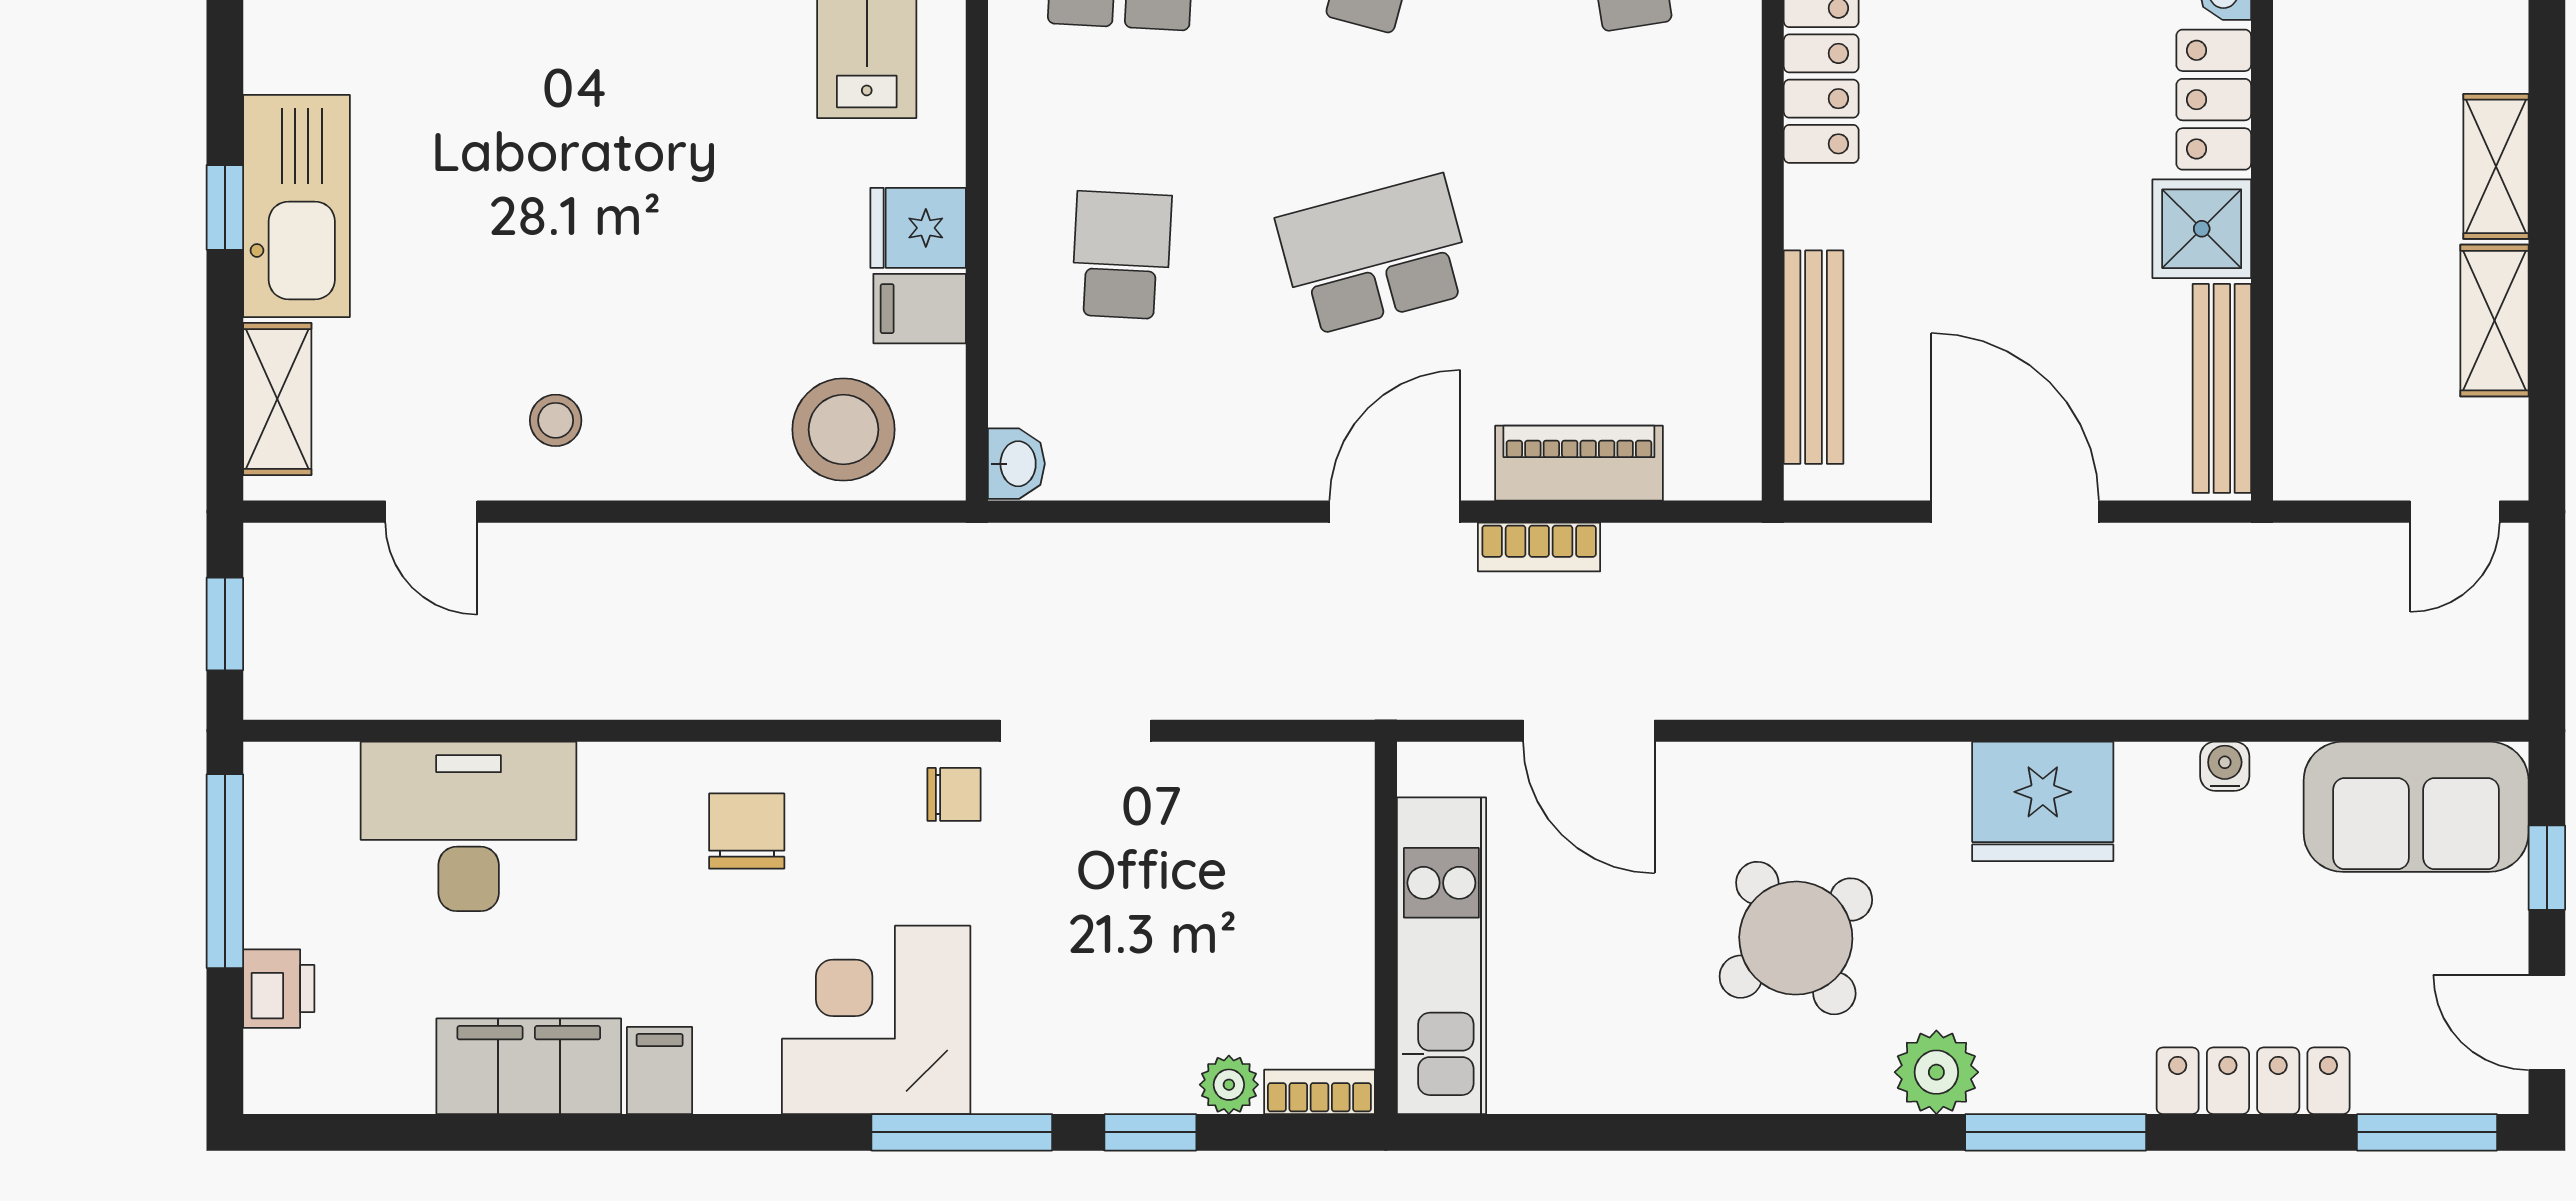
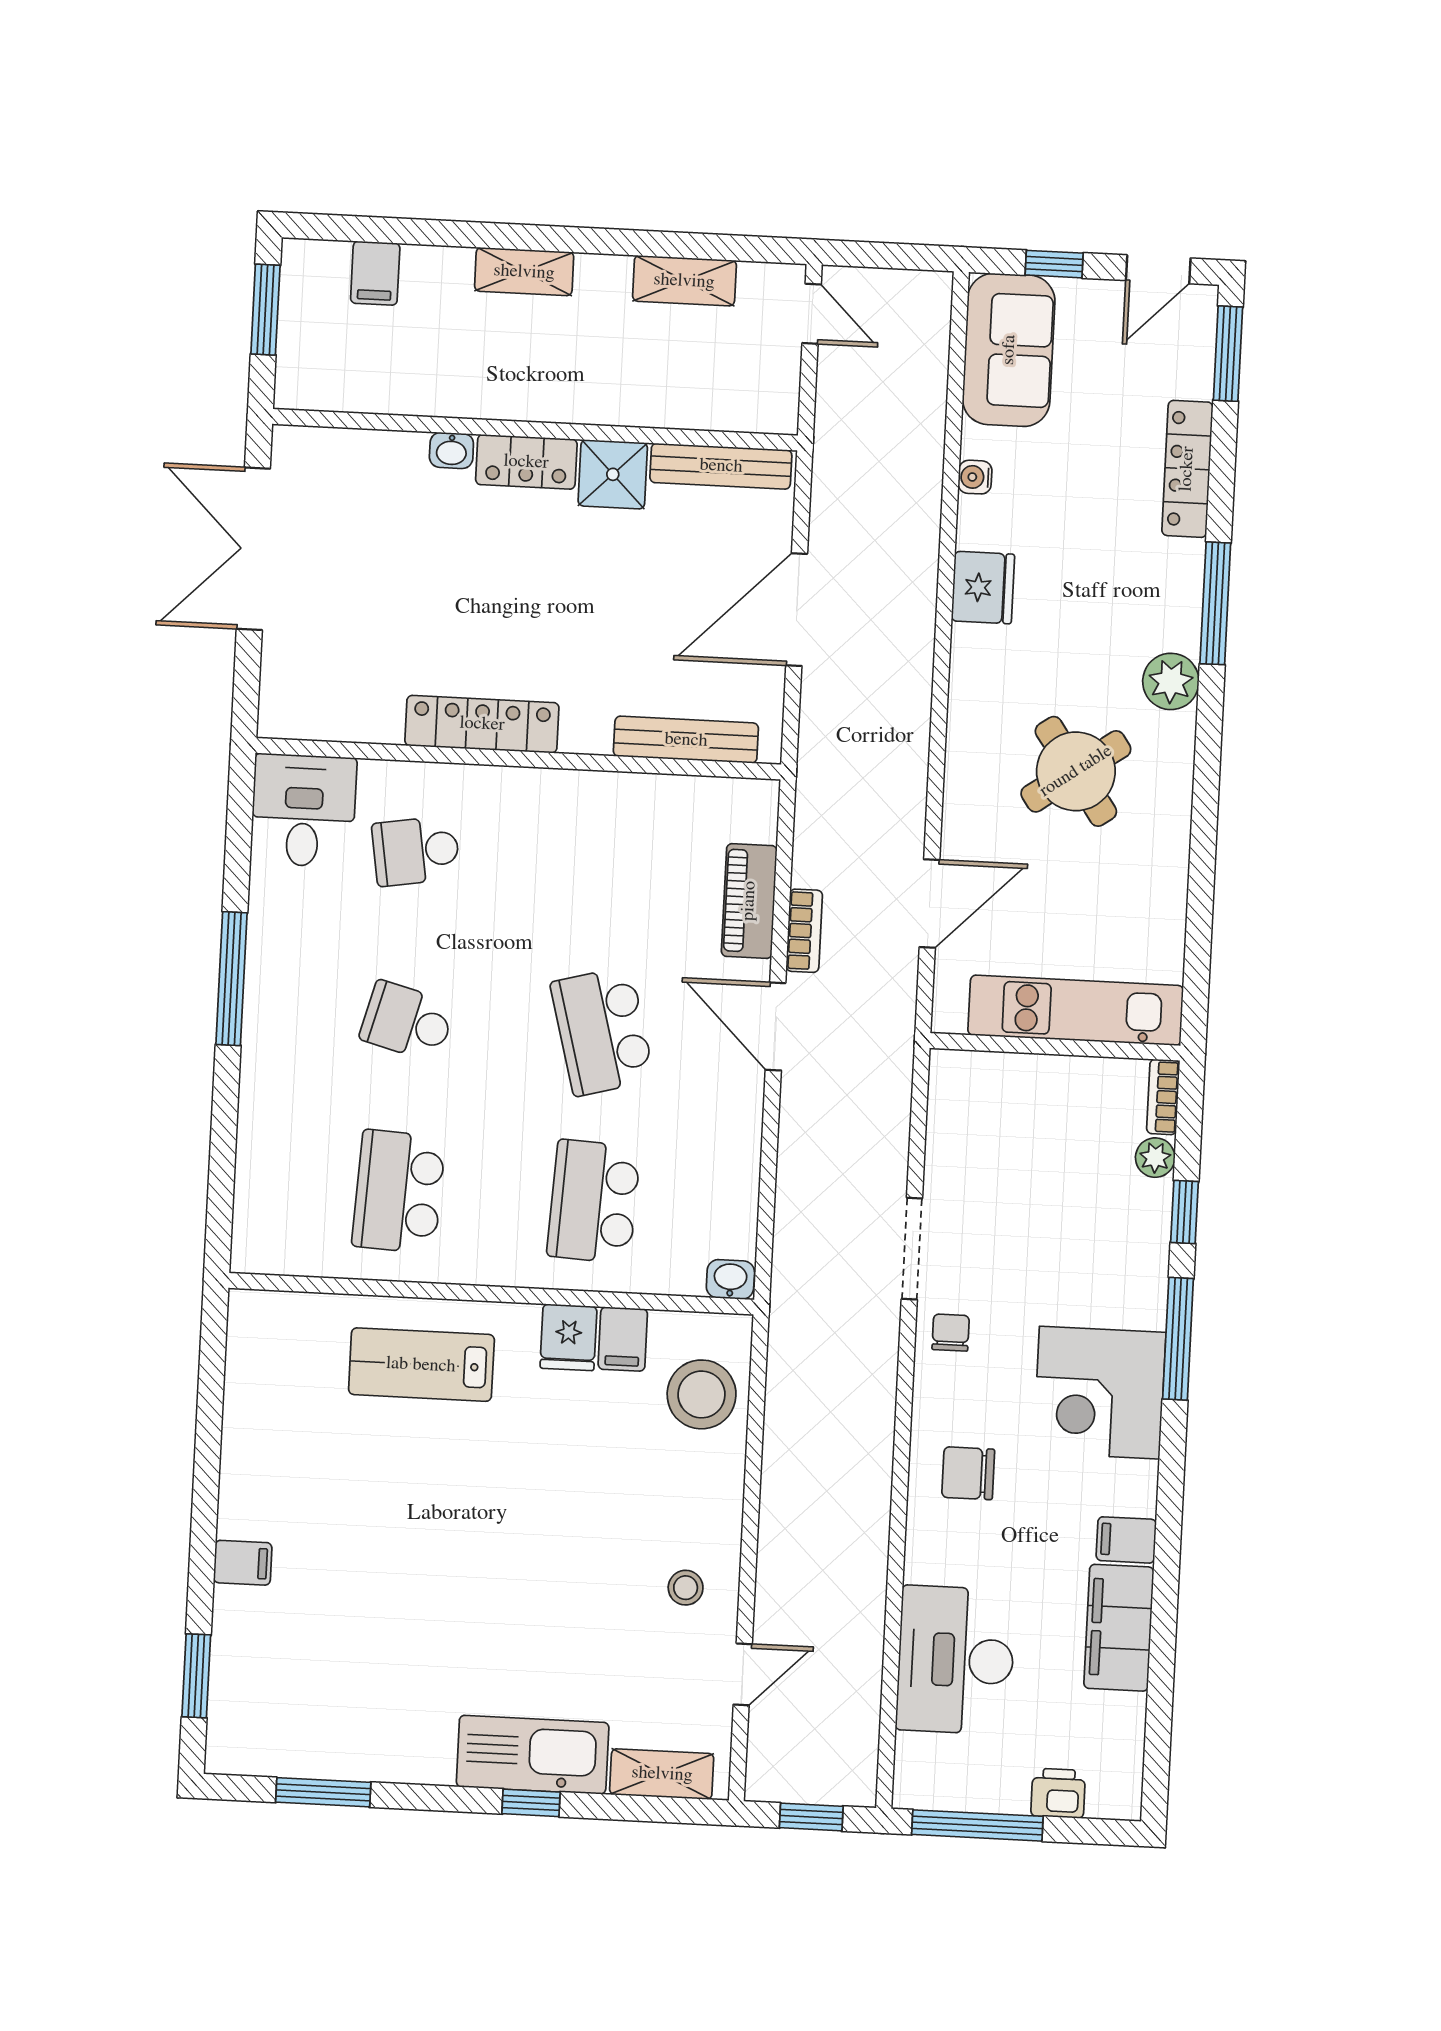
shelving: (2496, 166) -> (524, 272), moved
school desk: (1122, 255) -> (594, 1202), width x1.85
fridge: (2043, 801) -> (983, 588), width x0.73, depth x0.75

